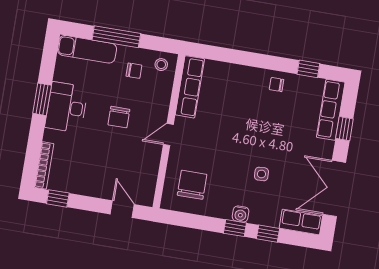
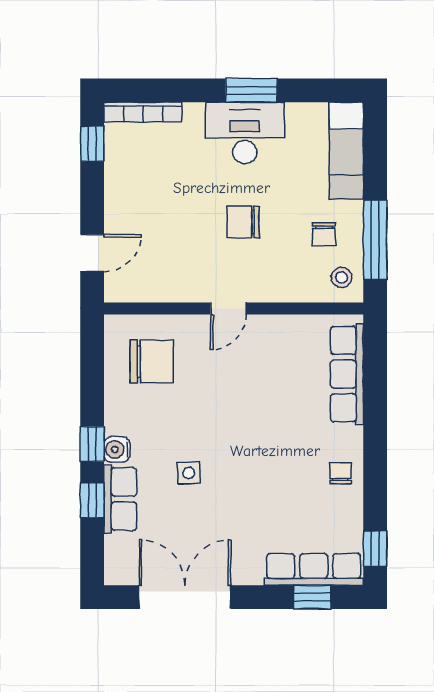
window: (116, 37) -> (375, 240), moved
window: (308, 69) -> (375, 549), moved
row of seats: (190, 87) -> (347, 374), moved, turned 90
window: (344, 129) -> (312, 597), moved
door: (168, 134) -> (228, 308), swing flipped
row of seats: (301, 222) -> (120, 499), moved

